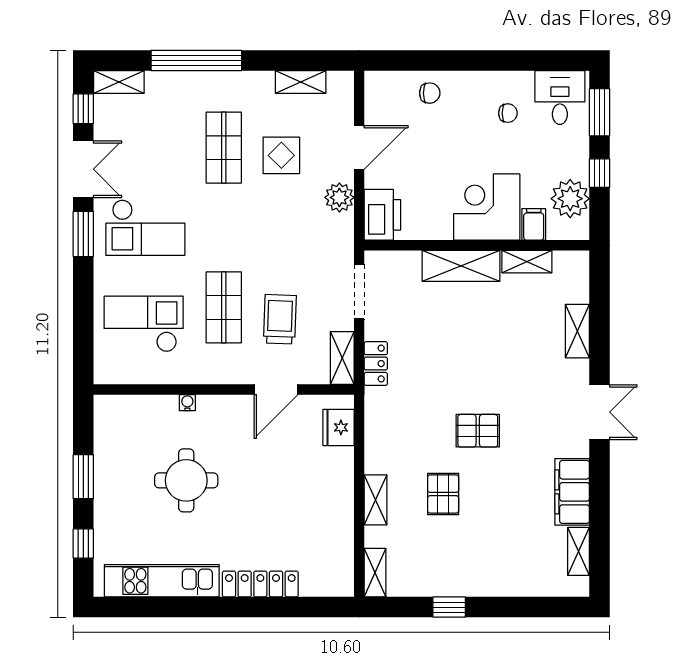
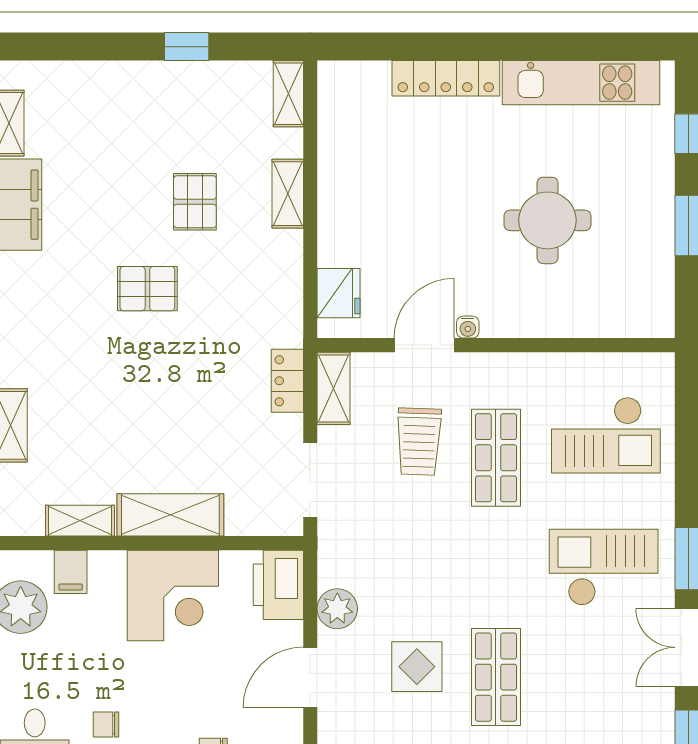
corner desk: (487, 207) -> (173, 596), moved
water cooler: (187, 403) -> (468, 327), moved

